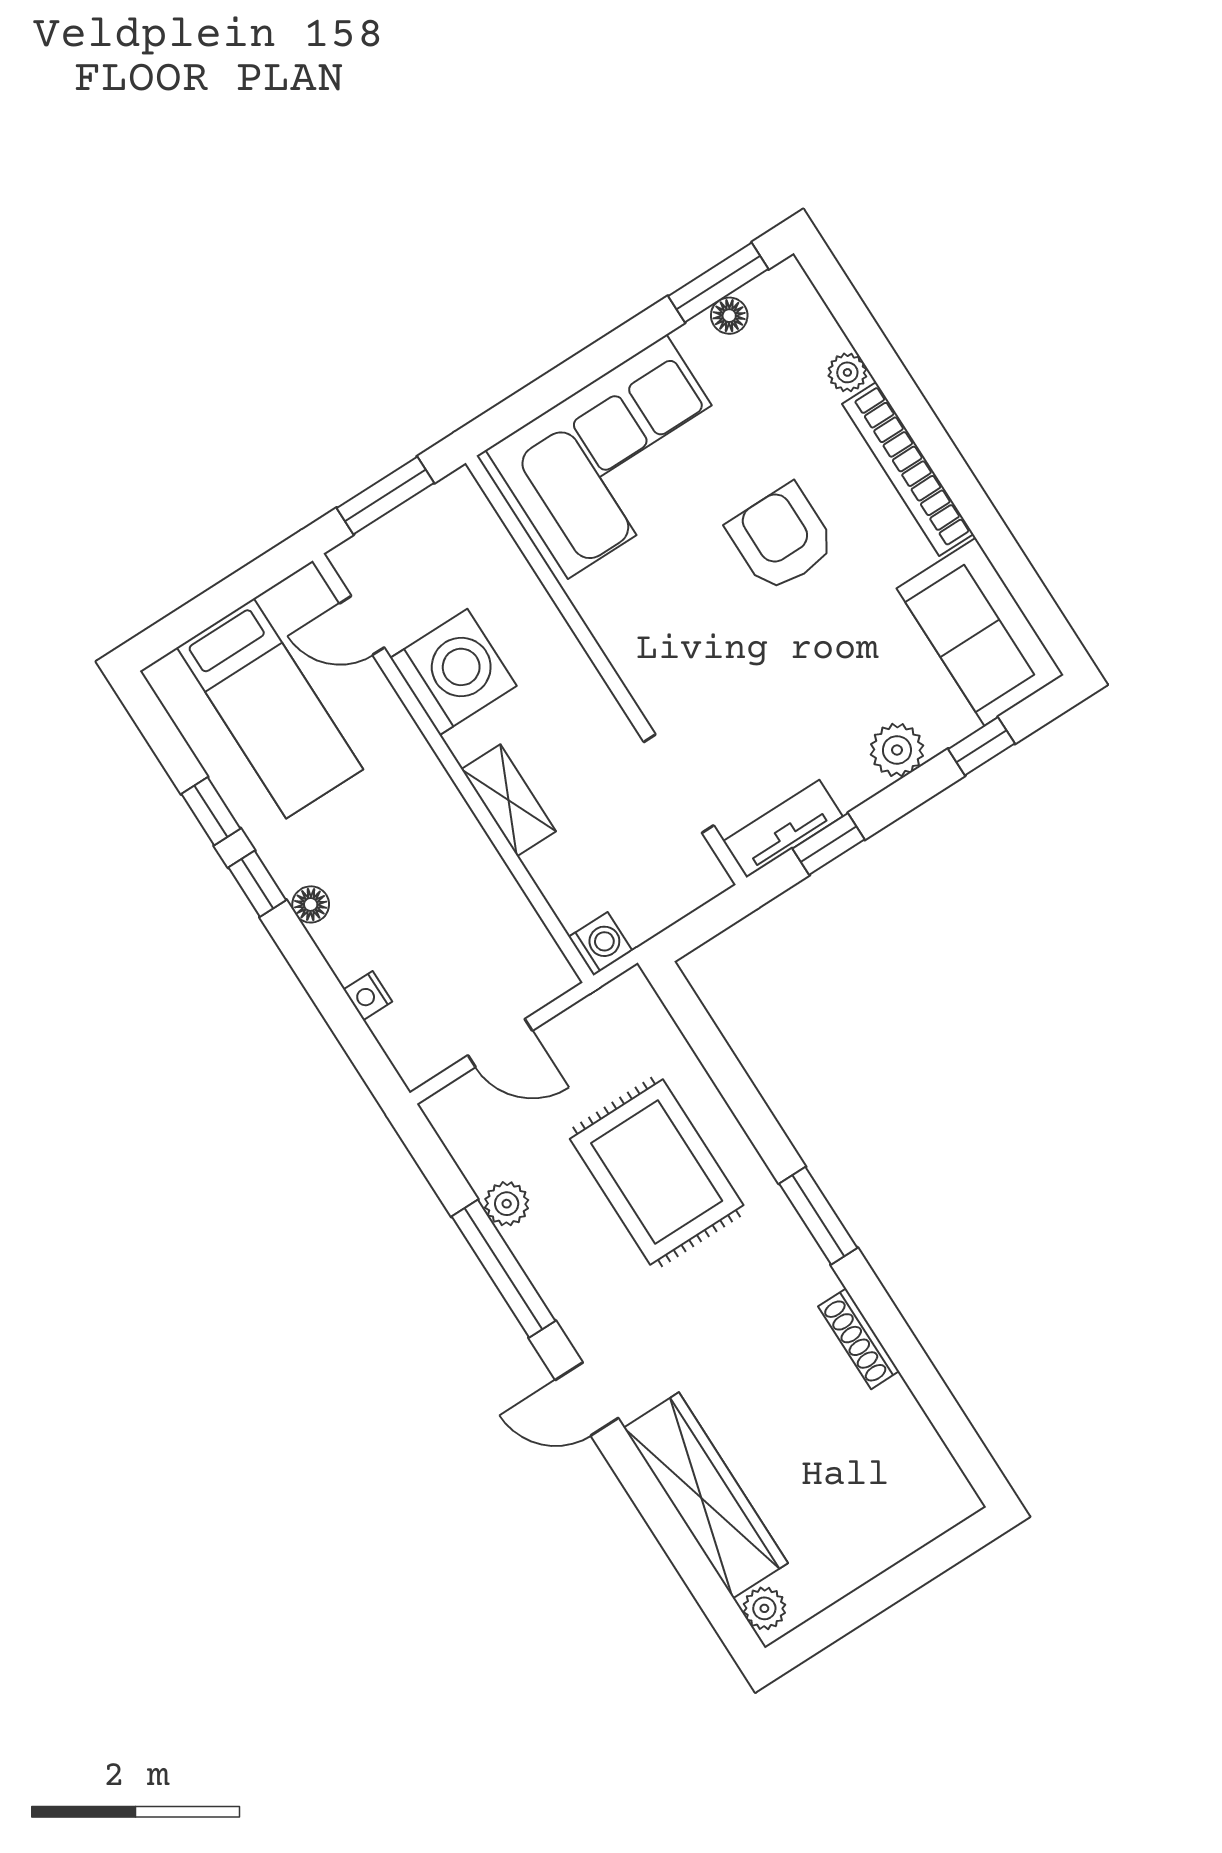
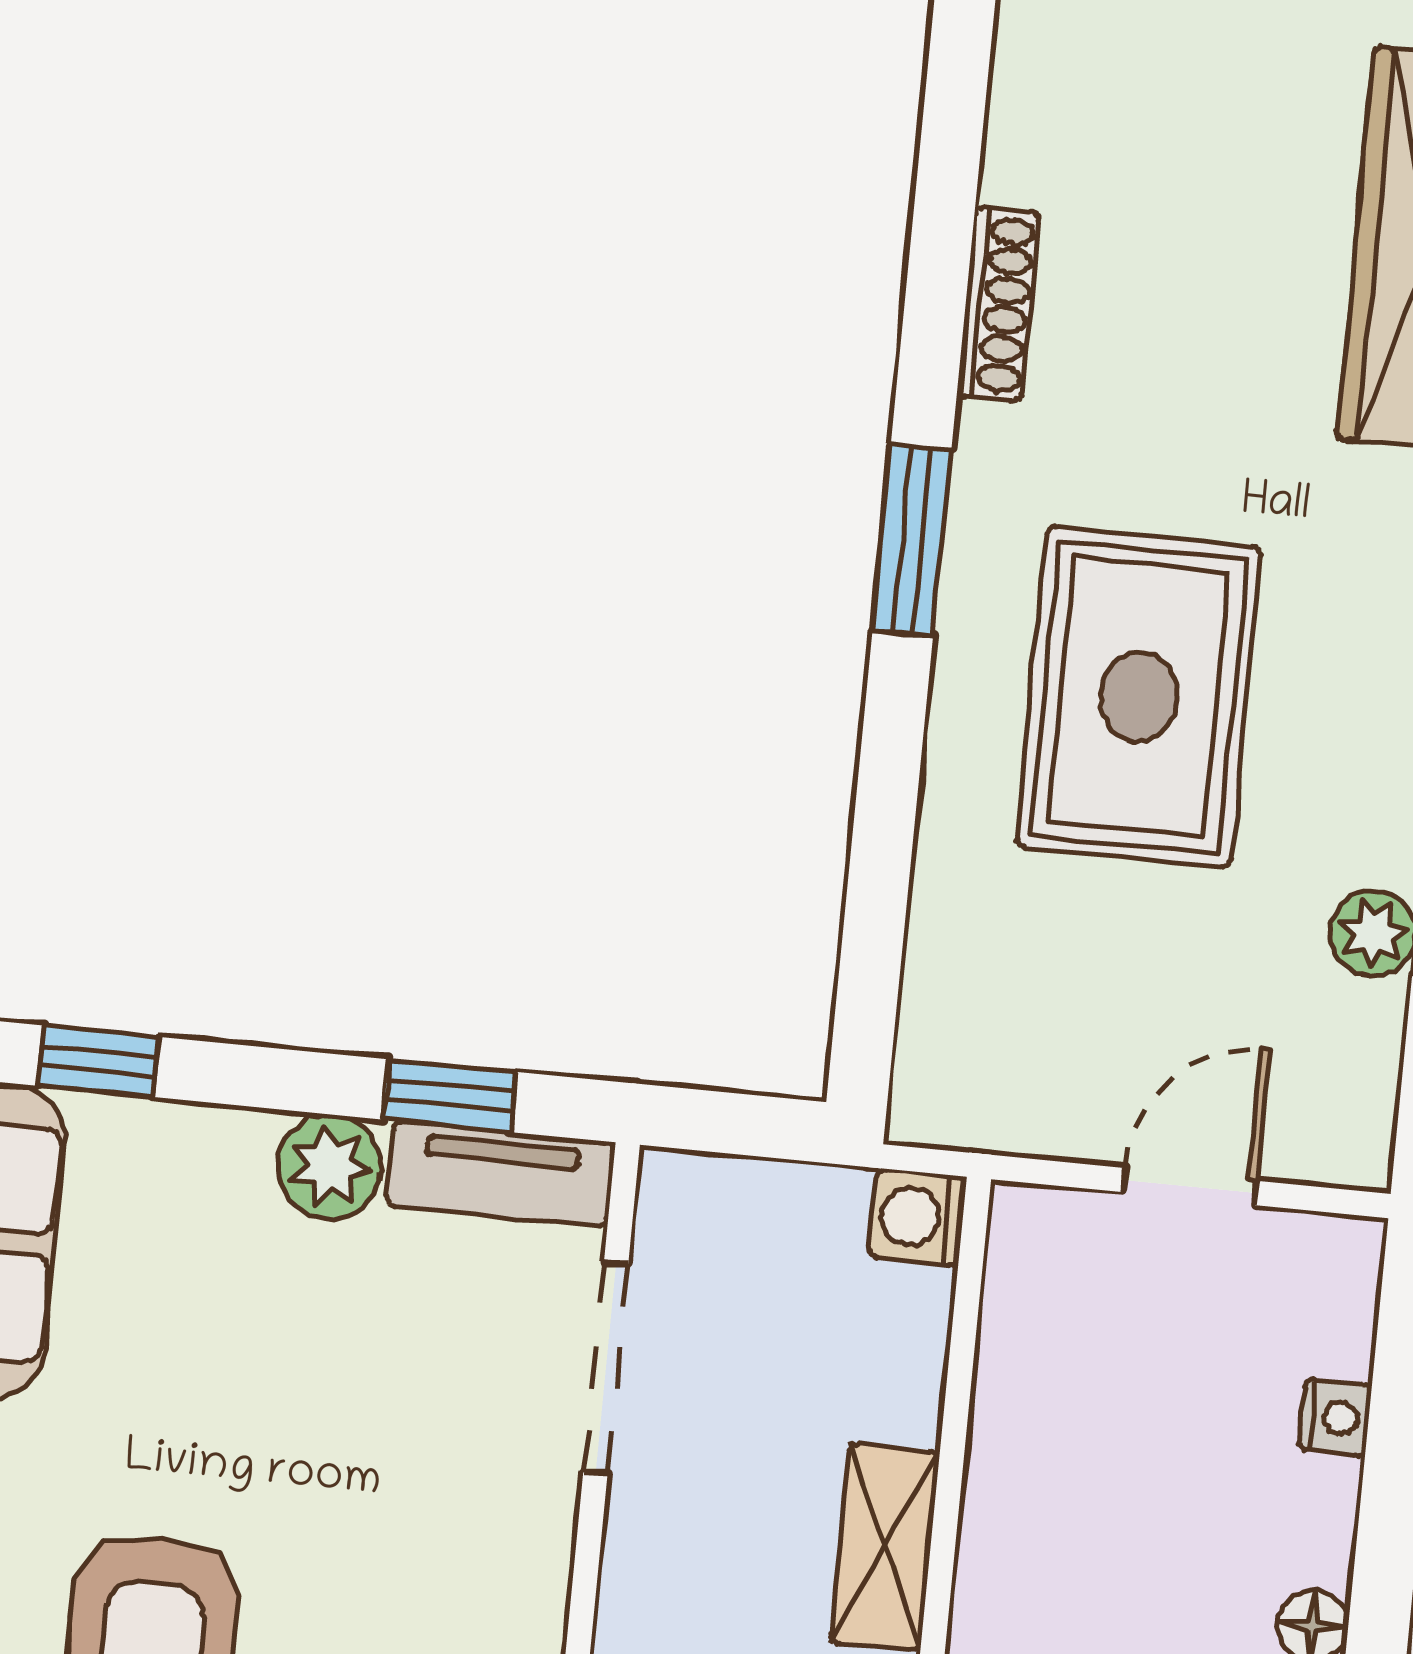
plant: (897, 750) -> (329, 1167), moved
door: (500, 1043) -> (1190, 1187), hinge flipped
rug: (657, 1172) -> (1139, 697), moved

